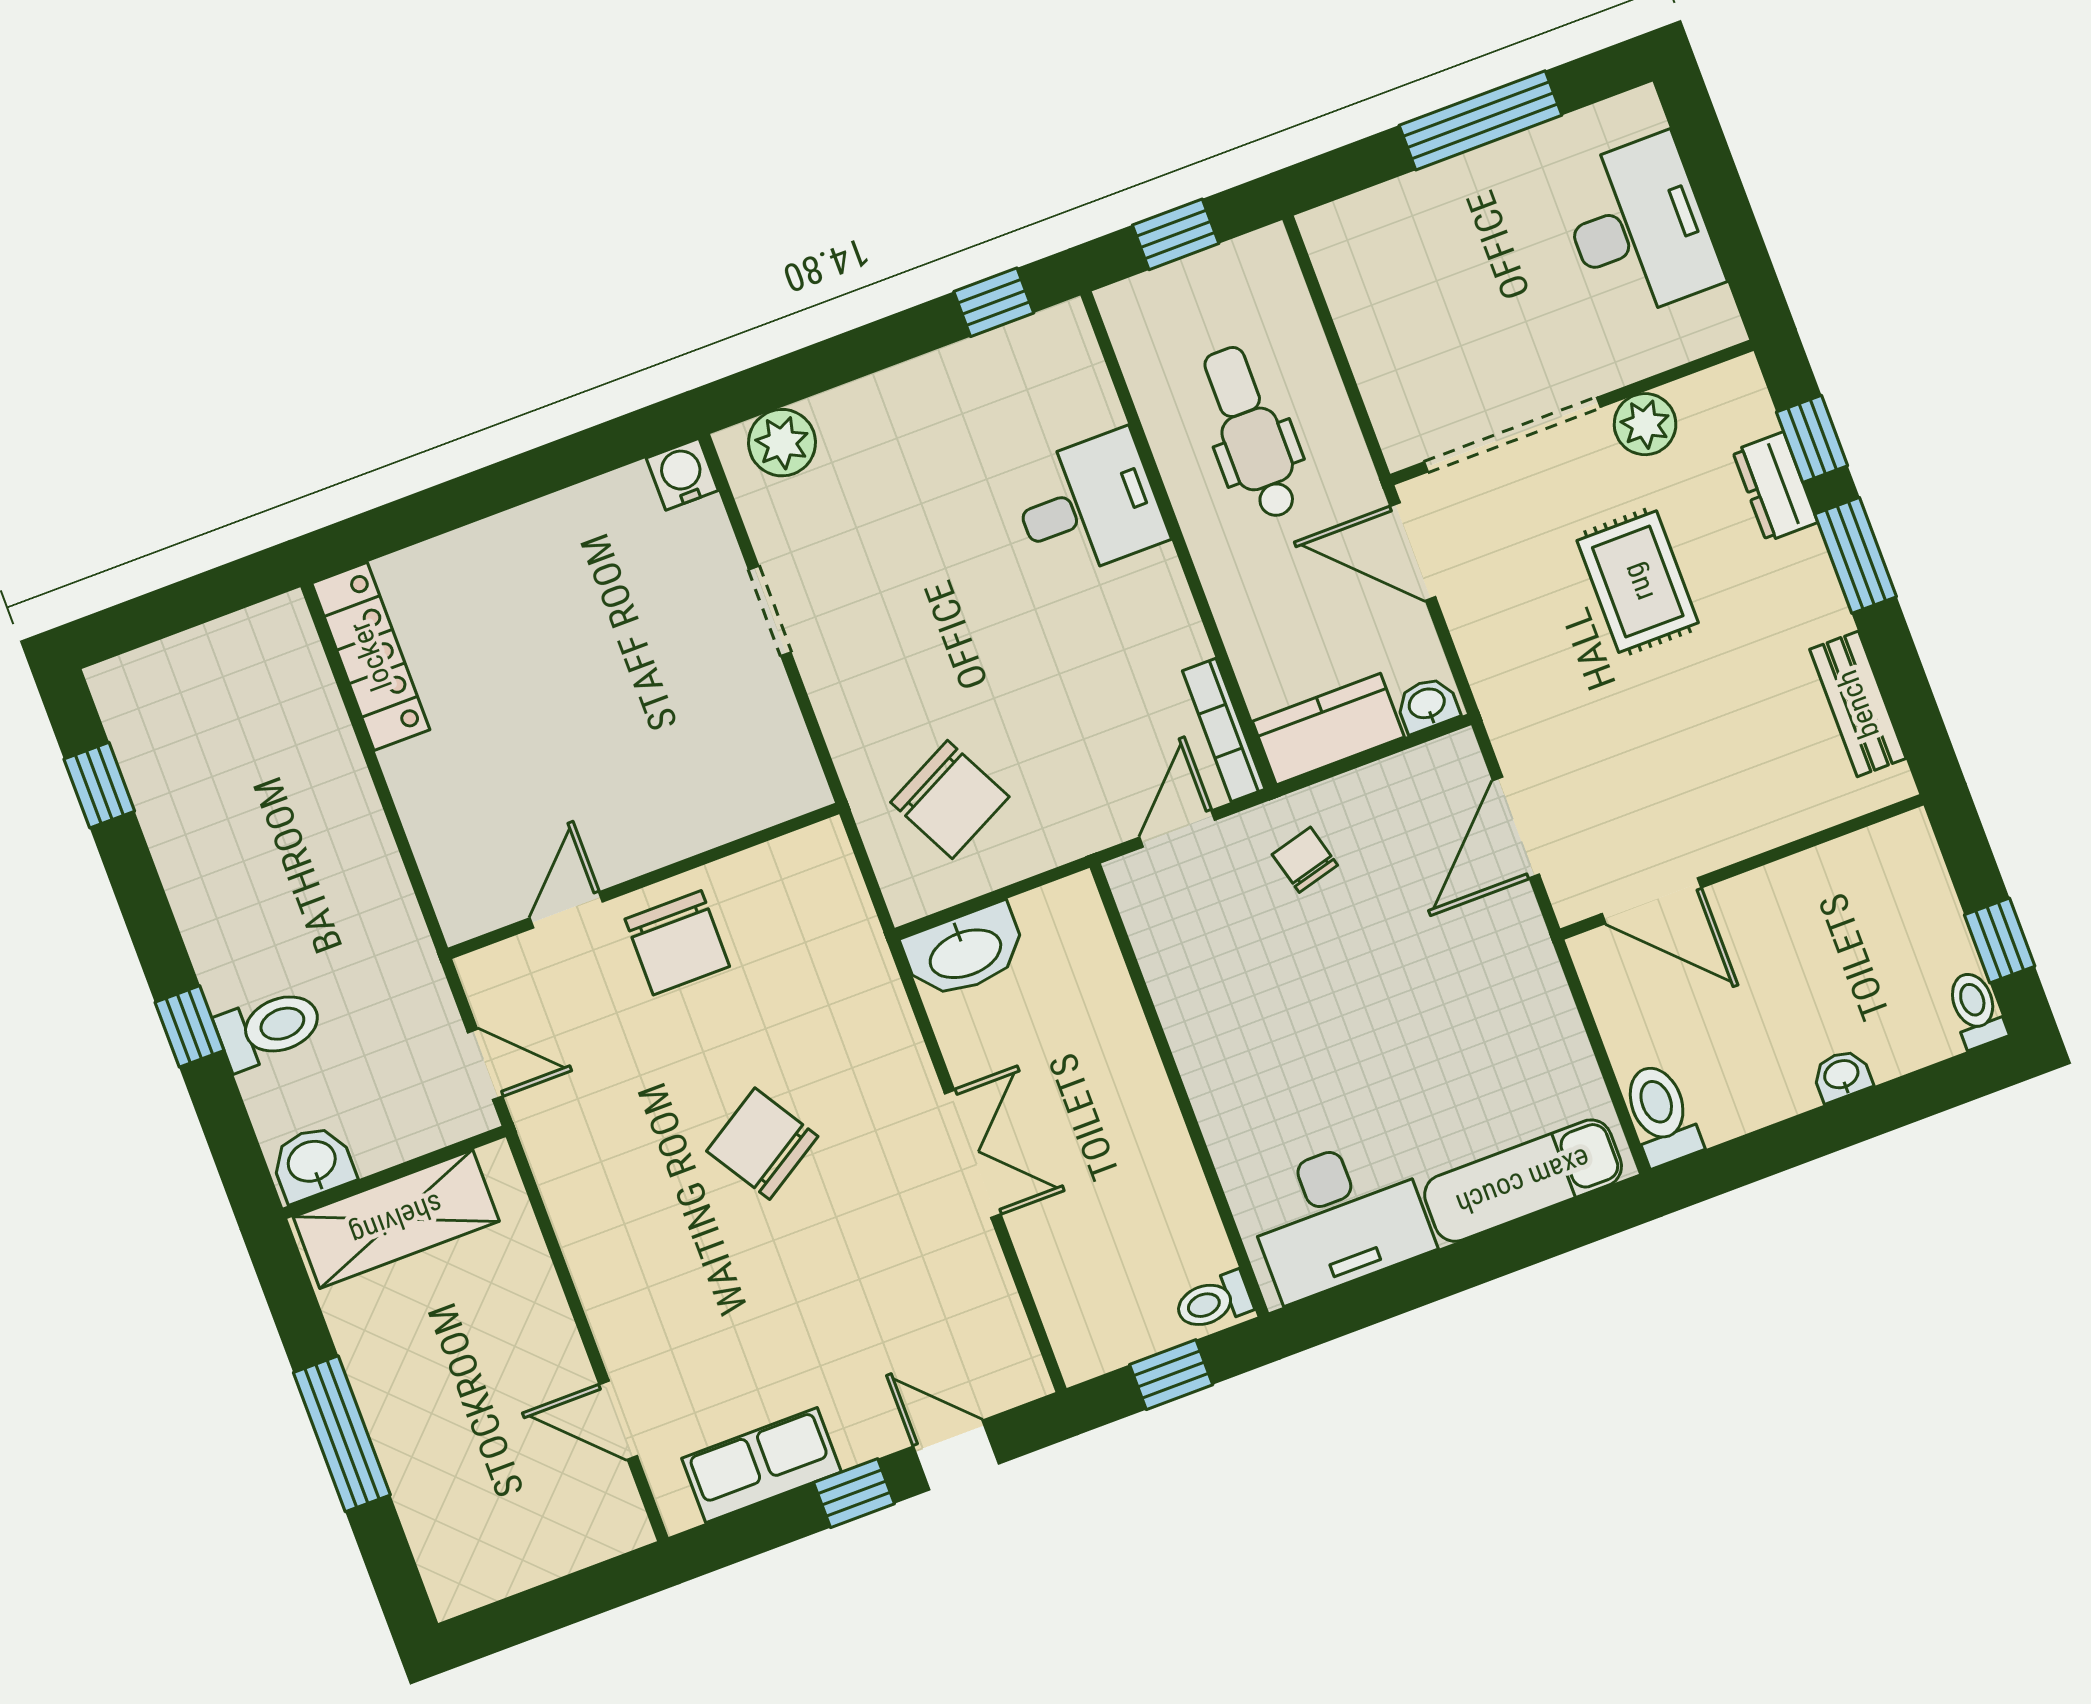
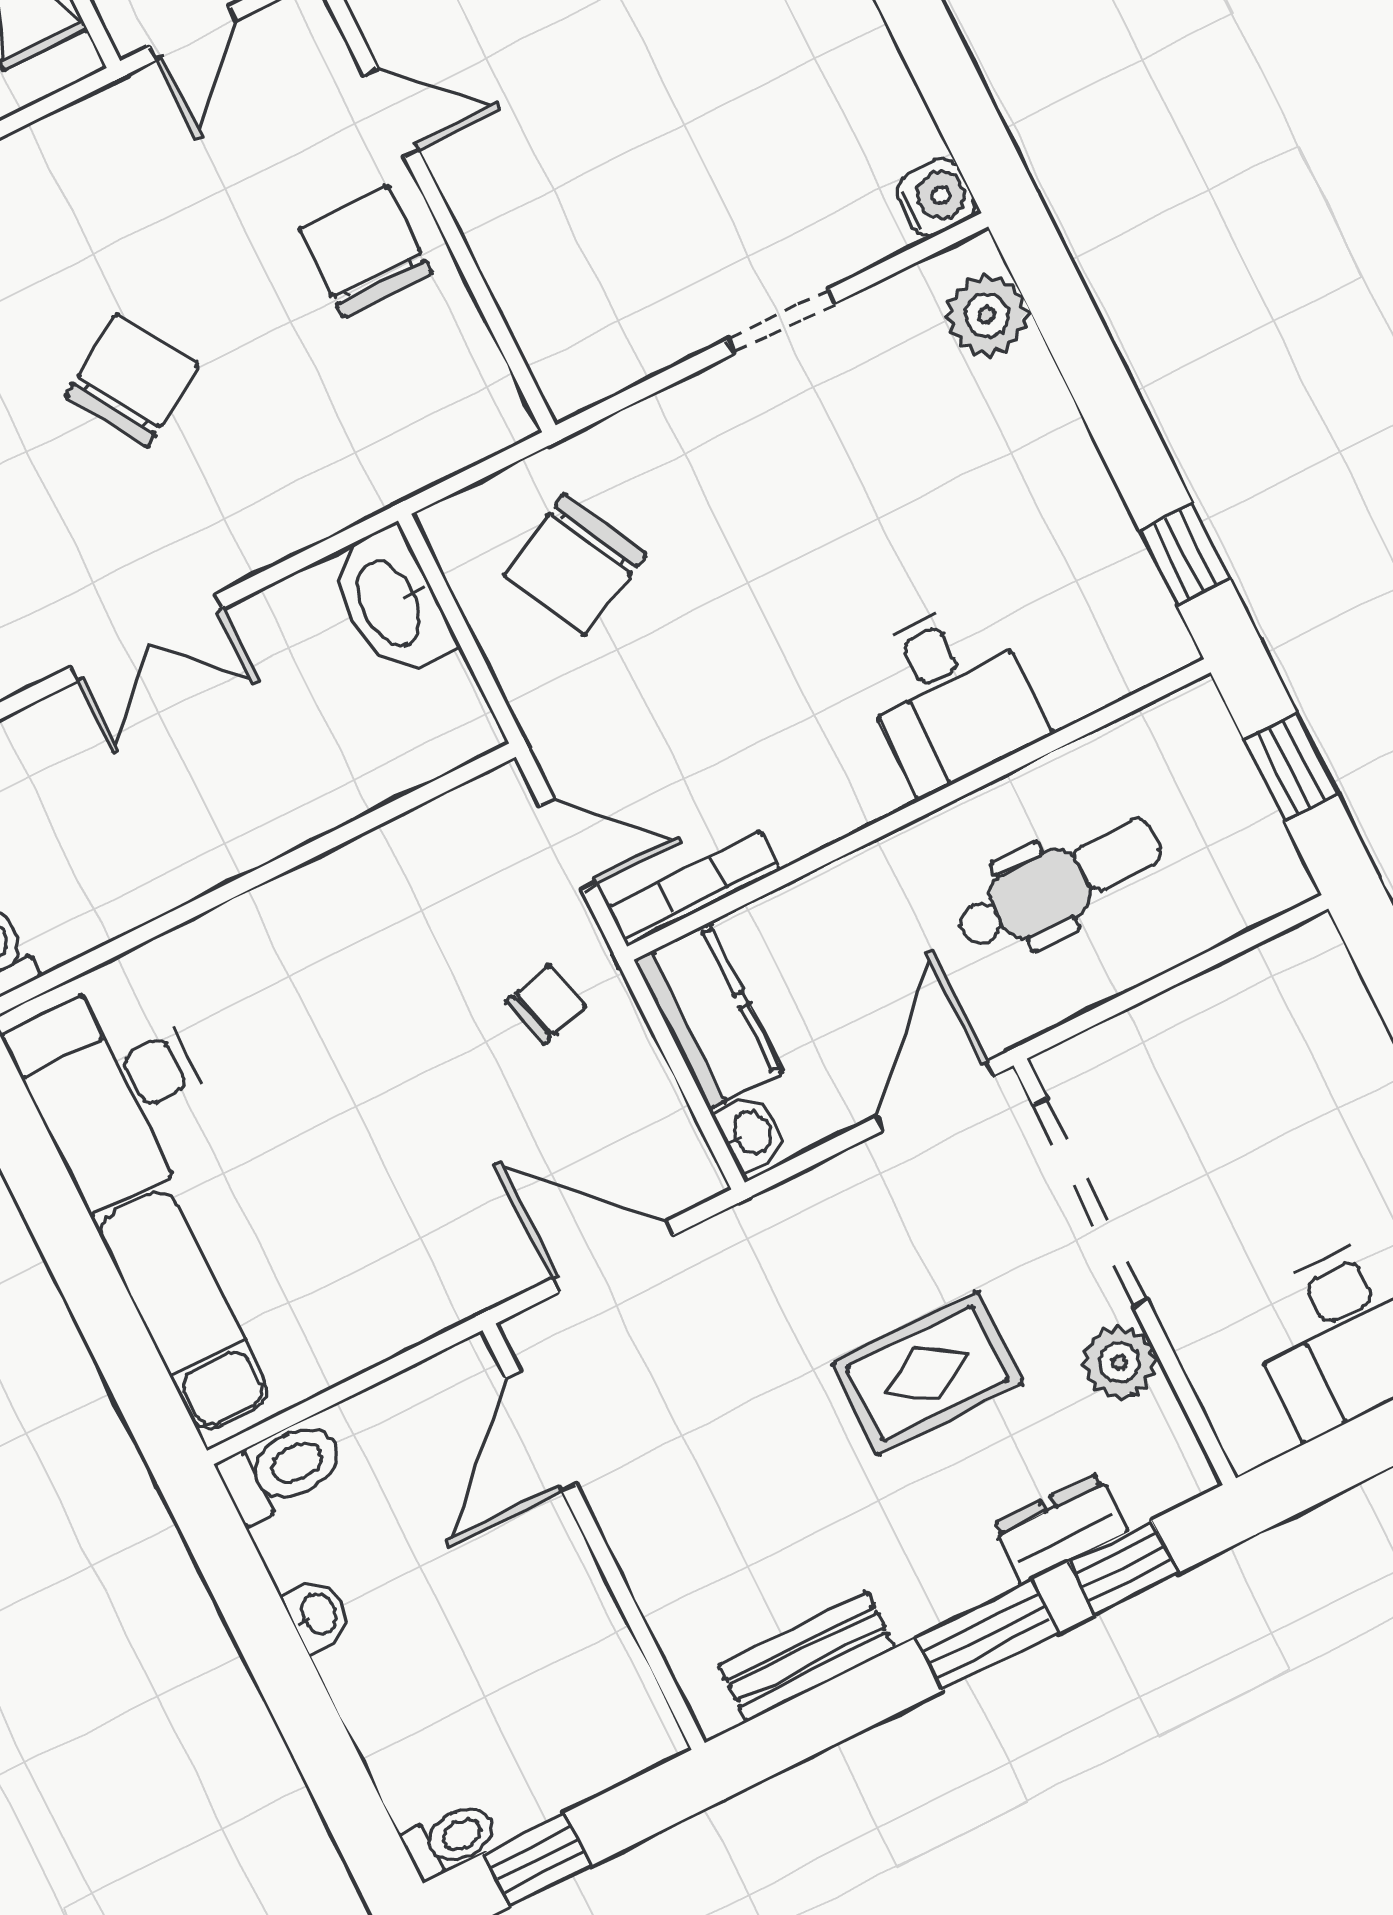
chair: (677, 943) -> (365, 252), turned 90
washbasin: (1842, 1075) -> (318, 1615), moved

